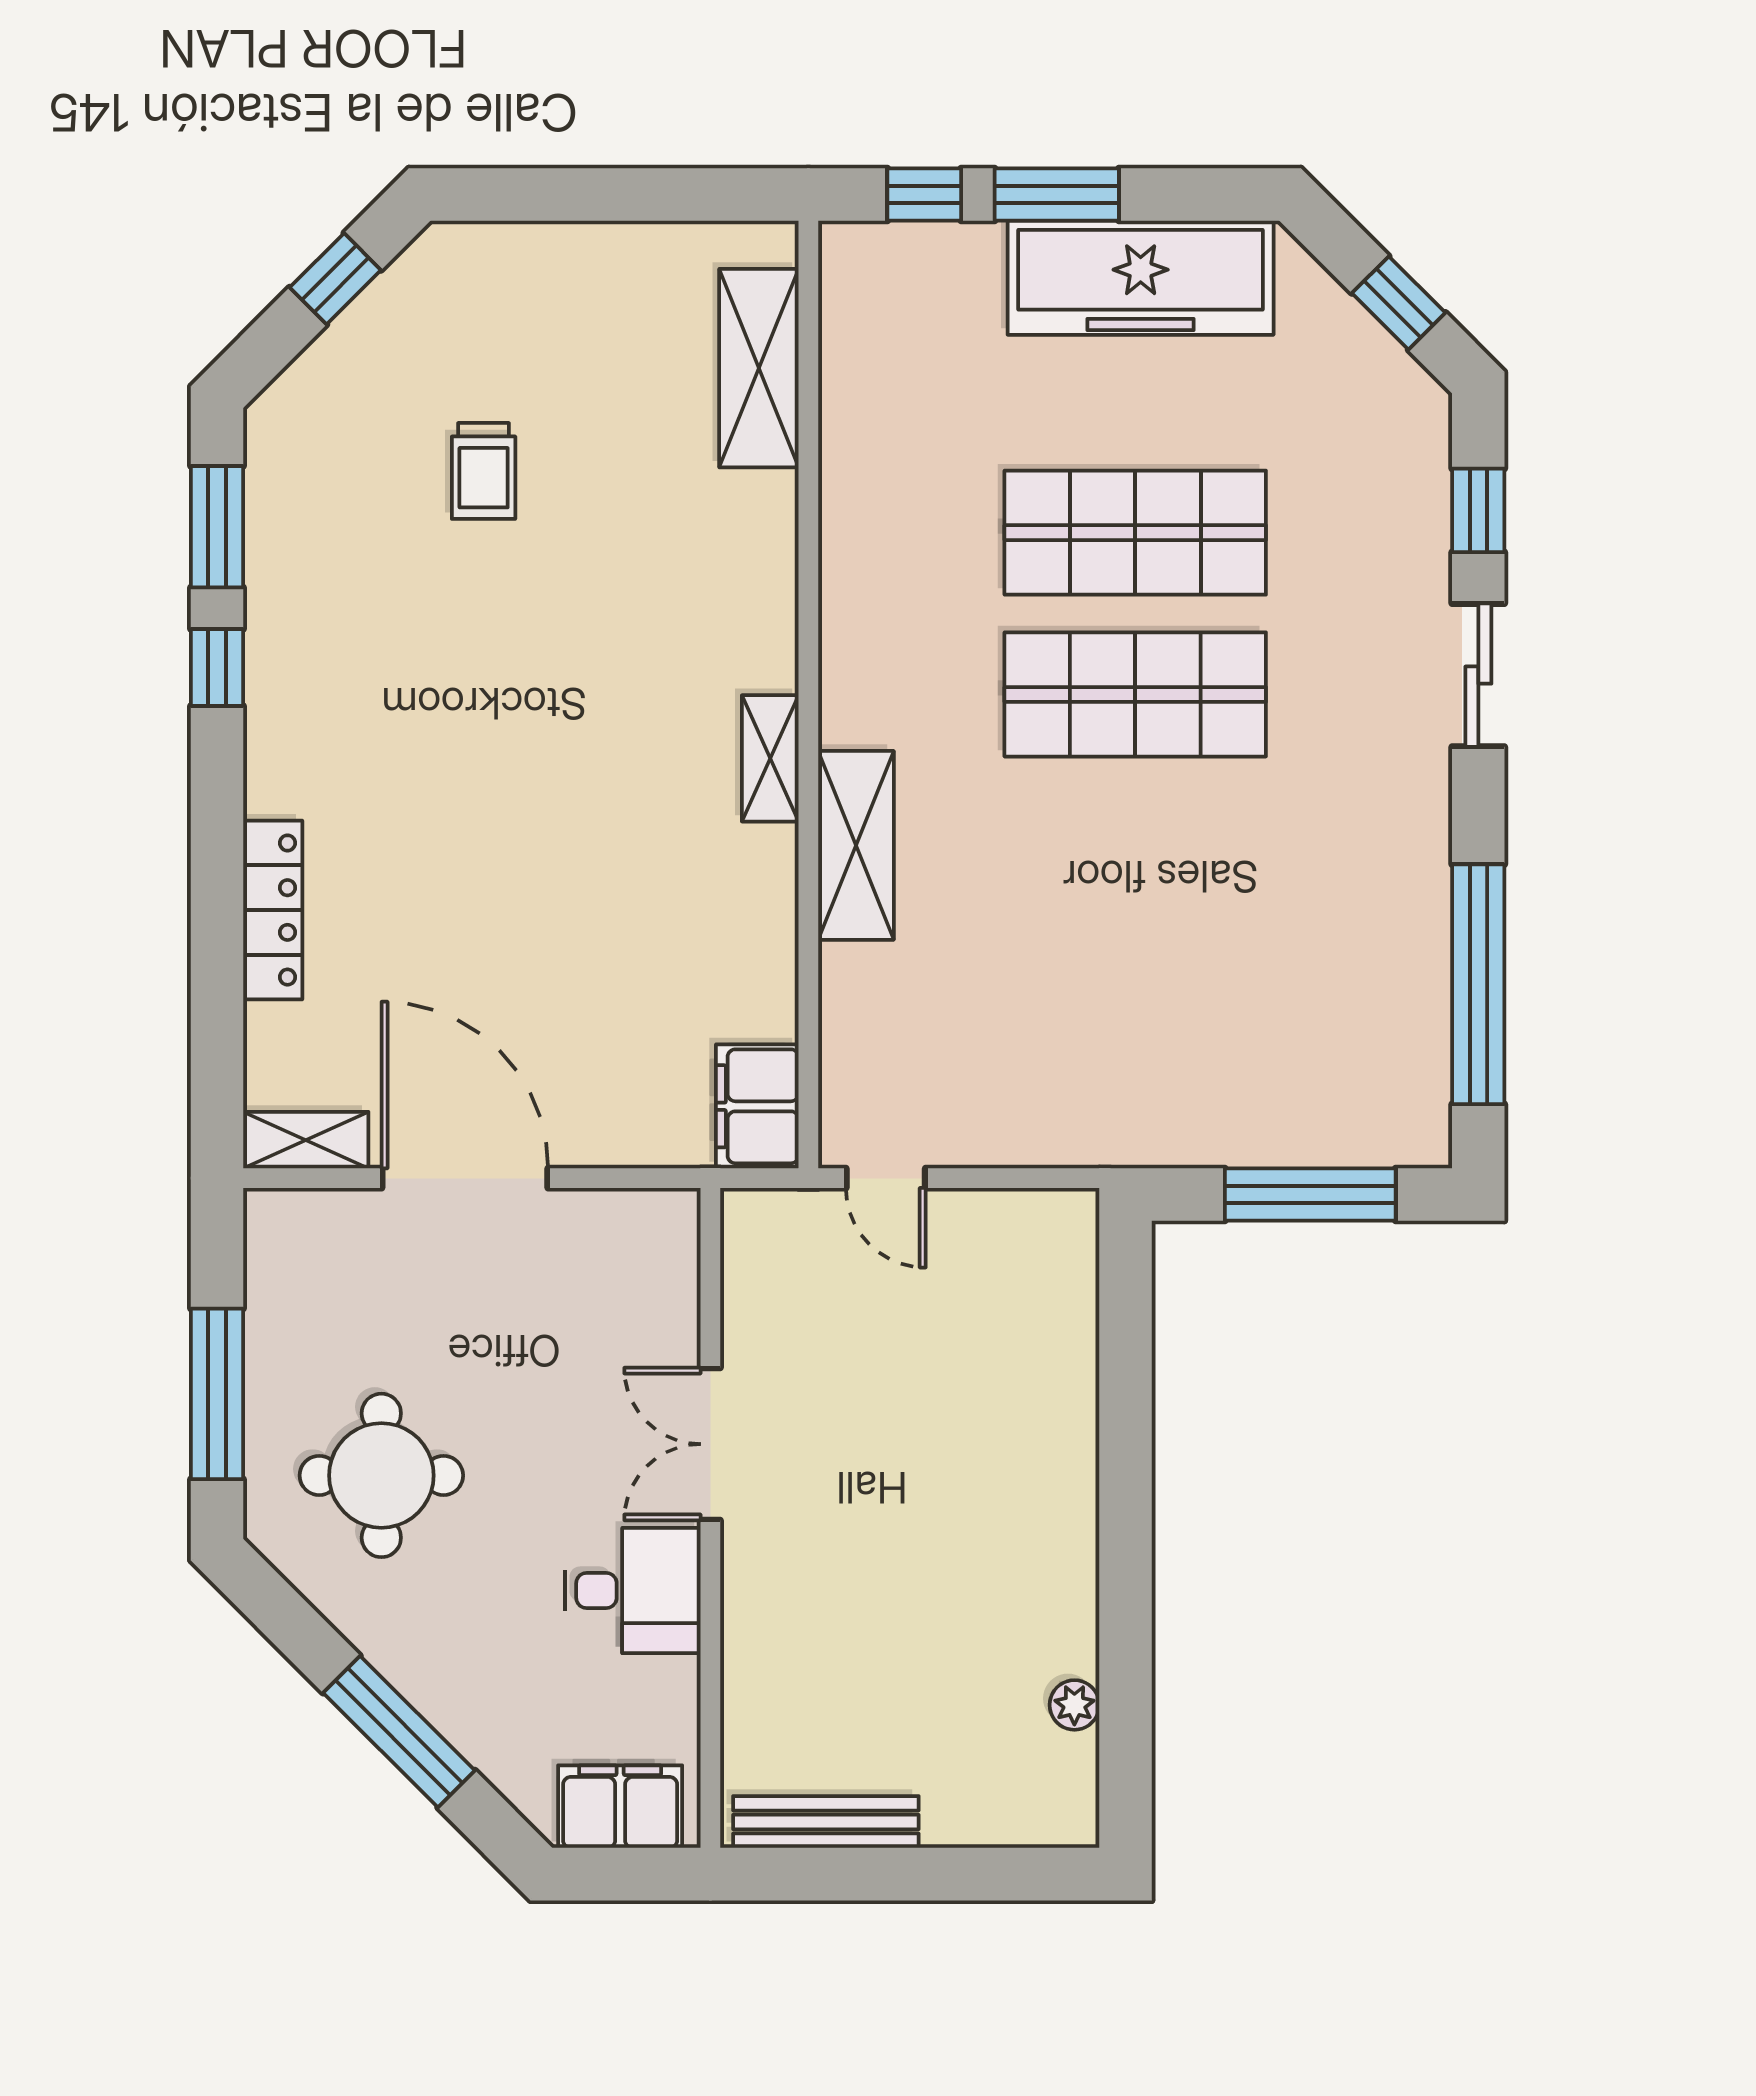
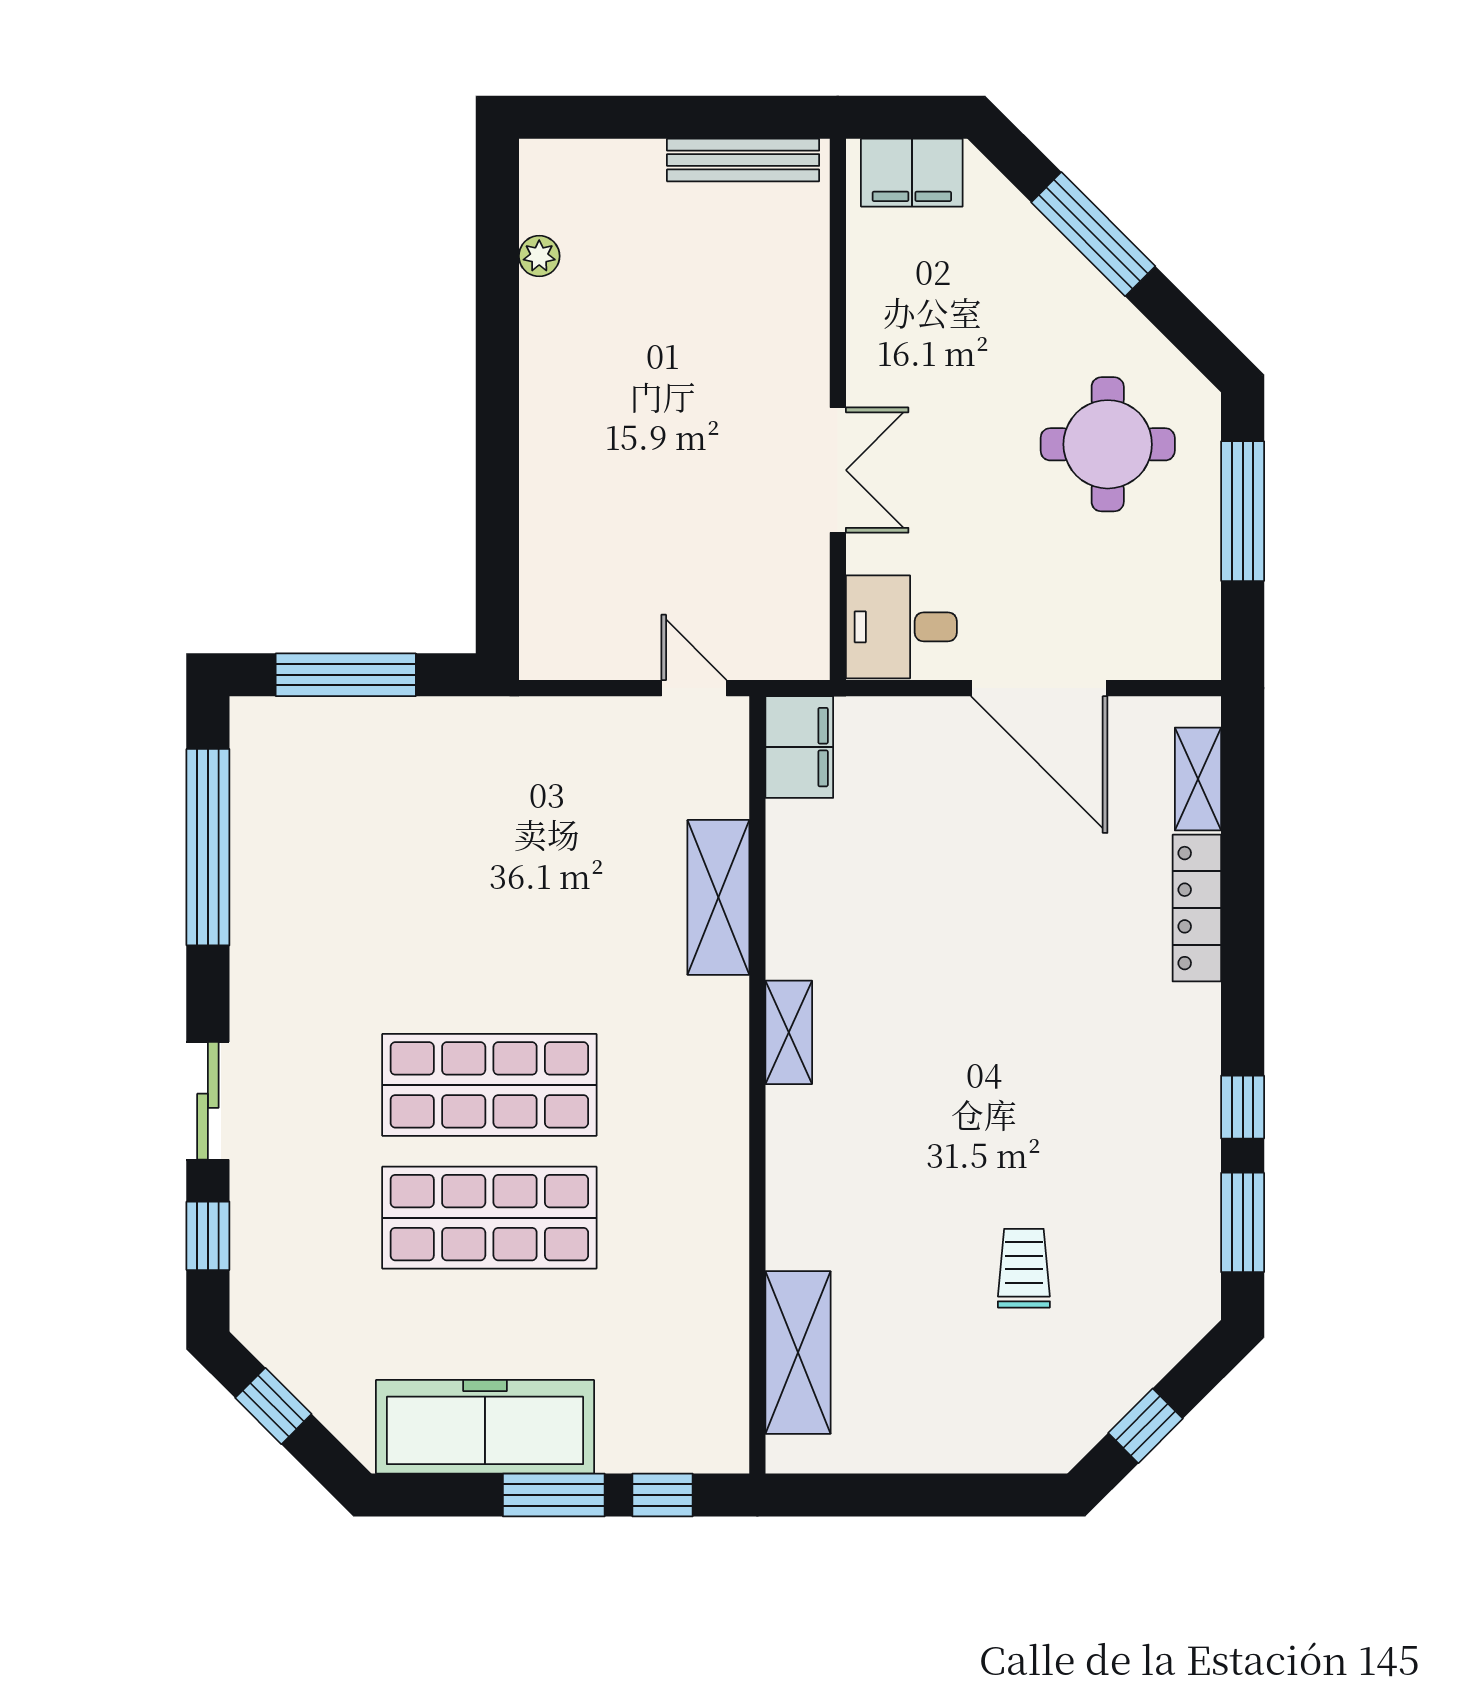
shelving: (856, 845) -> (718, 897), moved
shelving: (306, 1140) -> (1198, 779), moved, turned 90
desk: (633, 1591) -> (901, 627), moved

